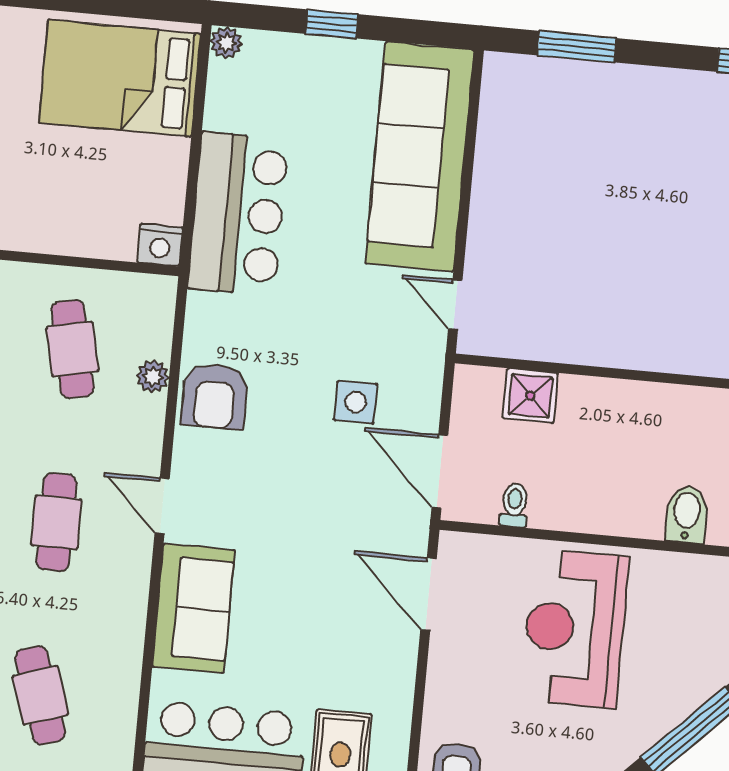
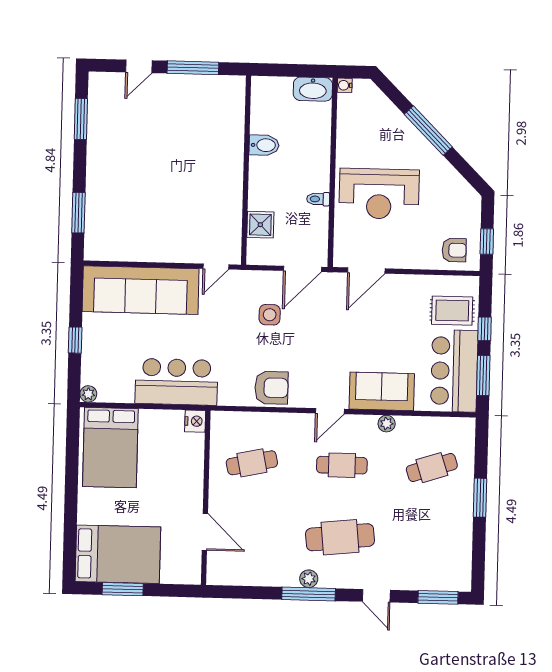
plant: (153, 376) -> (387, 424), moved
toilet: (514, 505) -> (318, 199), moved
bidet: (687, 514) -> (264, 145), moved, turned 180

